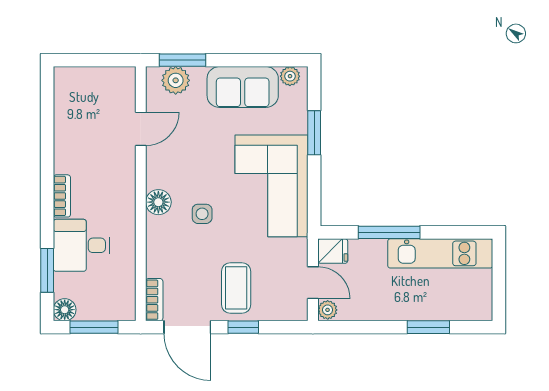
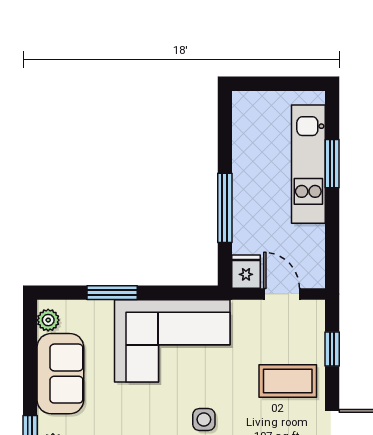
kitchen unit: (440, 253) -> (308, 164), moved, turned 180
door: (313, 283) -> (282, 294), hinge flipped
plant: (328, 310) -> (312, 278), removed
window: (243, 327) -> (332, 349), moved

